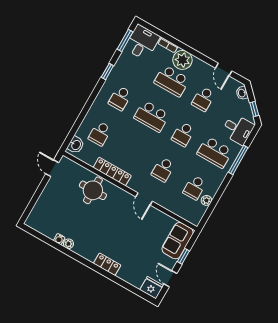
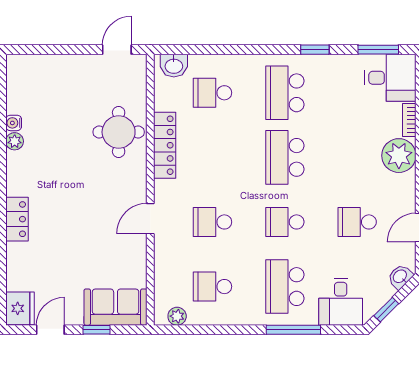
school desk: (172, 81) -> (357, 157), removed
school desk: (120, 98) -> (285, 93), width x1.85
plant: (206, 200) -> (177, 316), moved

